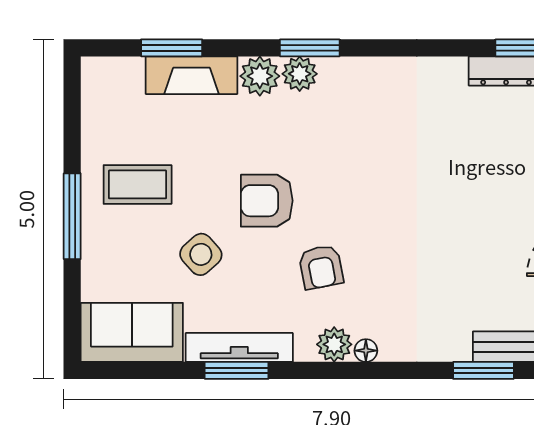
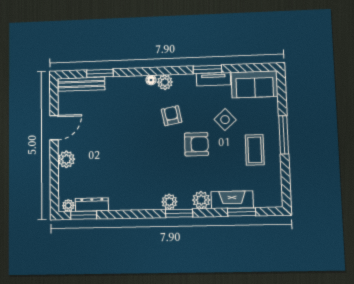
plant: (300, 74) -> (169, 202), moved
coffee table: (138, 184) -> (255, 150), turned 90
tv unit: (239, 347) -> (213, 79), width x0.71

